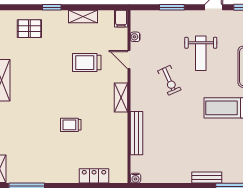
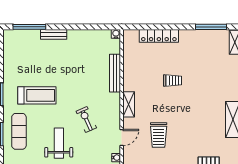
door: (129, 60) -> (122, 138), hinge flipped
trolley: (87, 63) -> (159, 135), turned 90
locker: (94, 176) -> (159, 36), width x1.53

